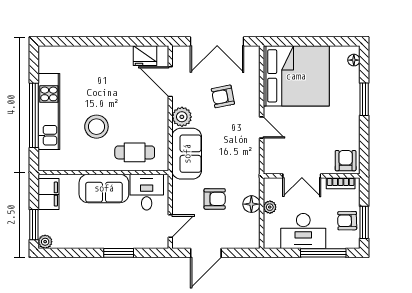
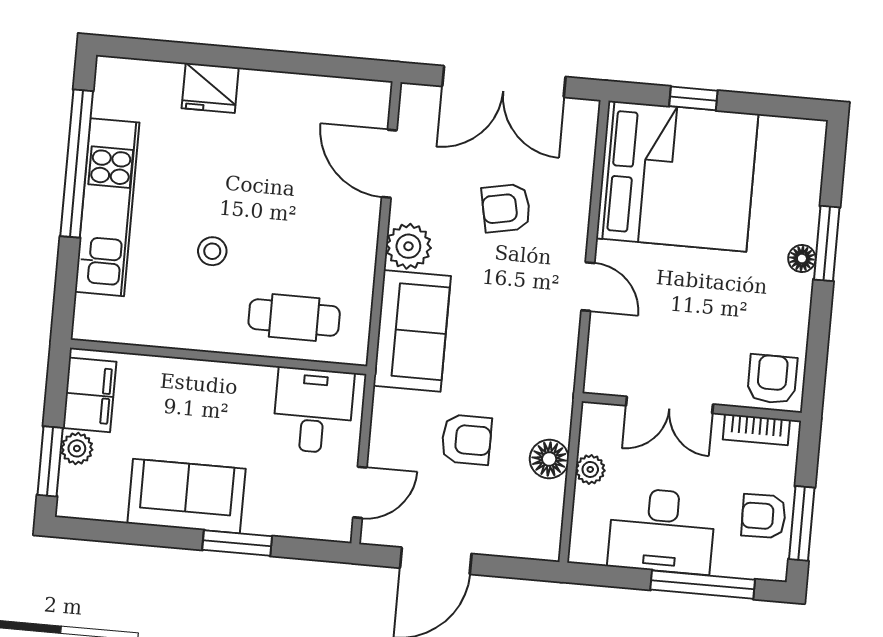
window: (300, 41) -> (693, 98), added
fridge: (145, 56) -> (210, 88), moved
floor lamp: (354, 60) -> (802, 259), moved
window: (34, 115) -> (77, 164), moved
stool: (96, 127) -> (212, 251), width x0.53, depth x0.53
sofa: (104, 188) -> (186, 496), moved, turned 180
plant: (45, 242) -> (77, 448), moved

